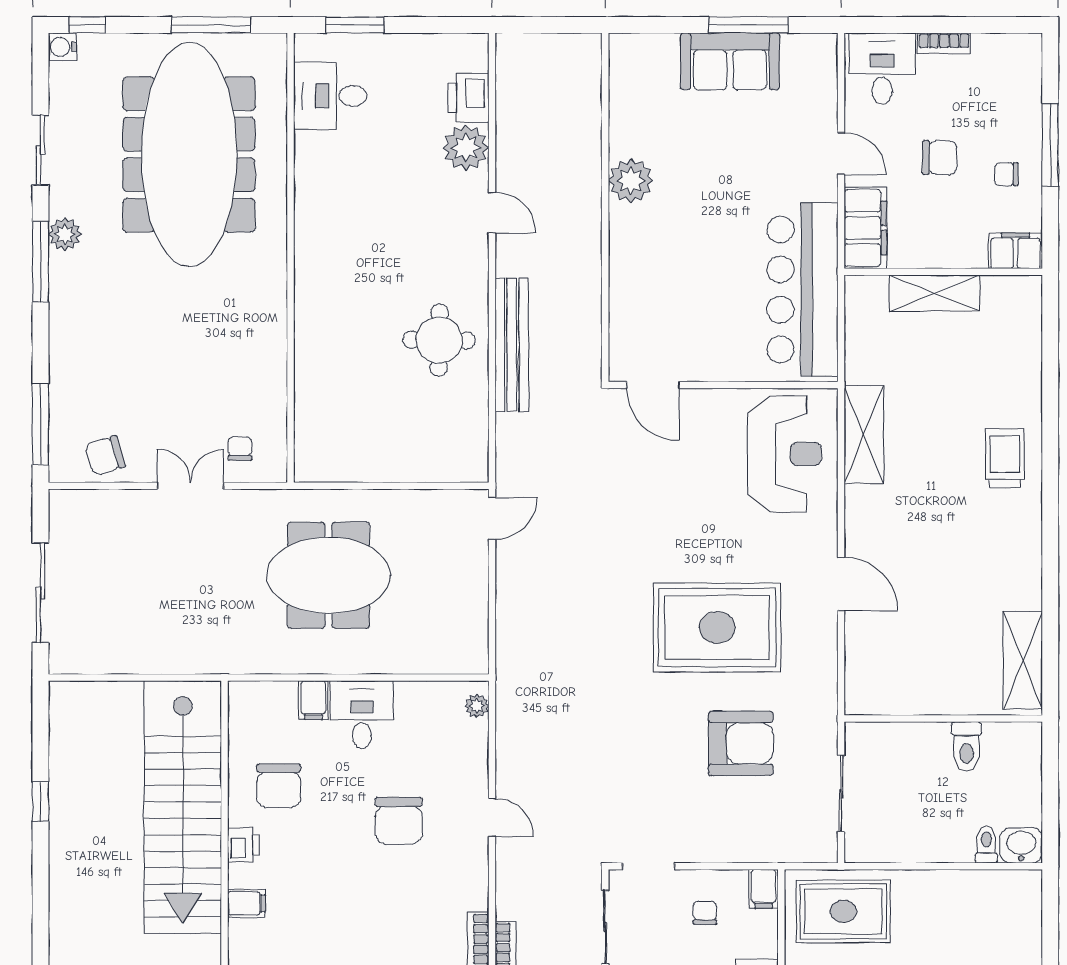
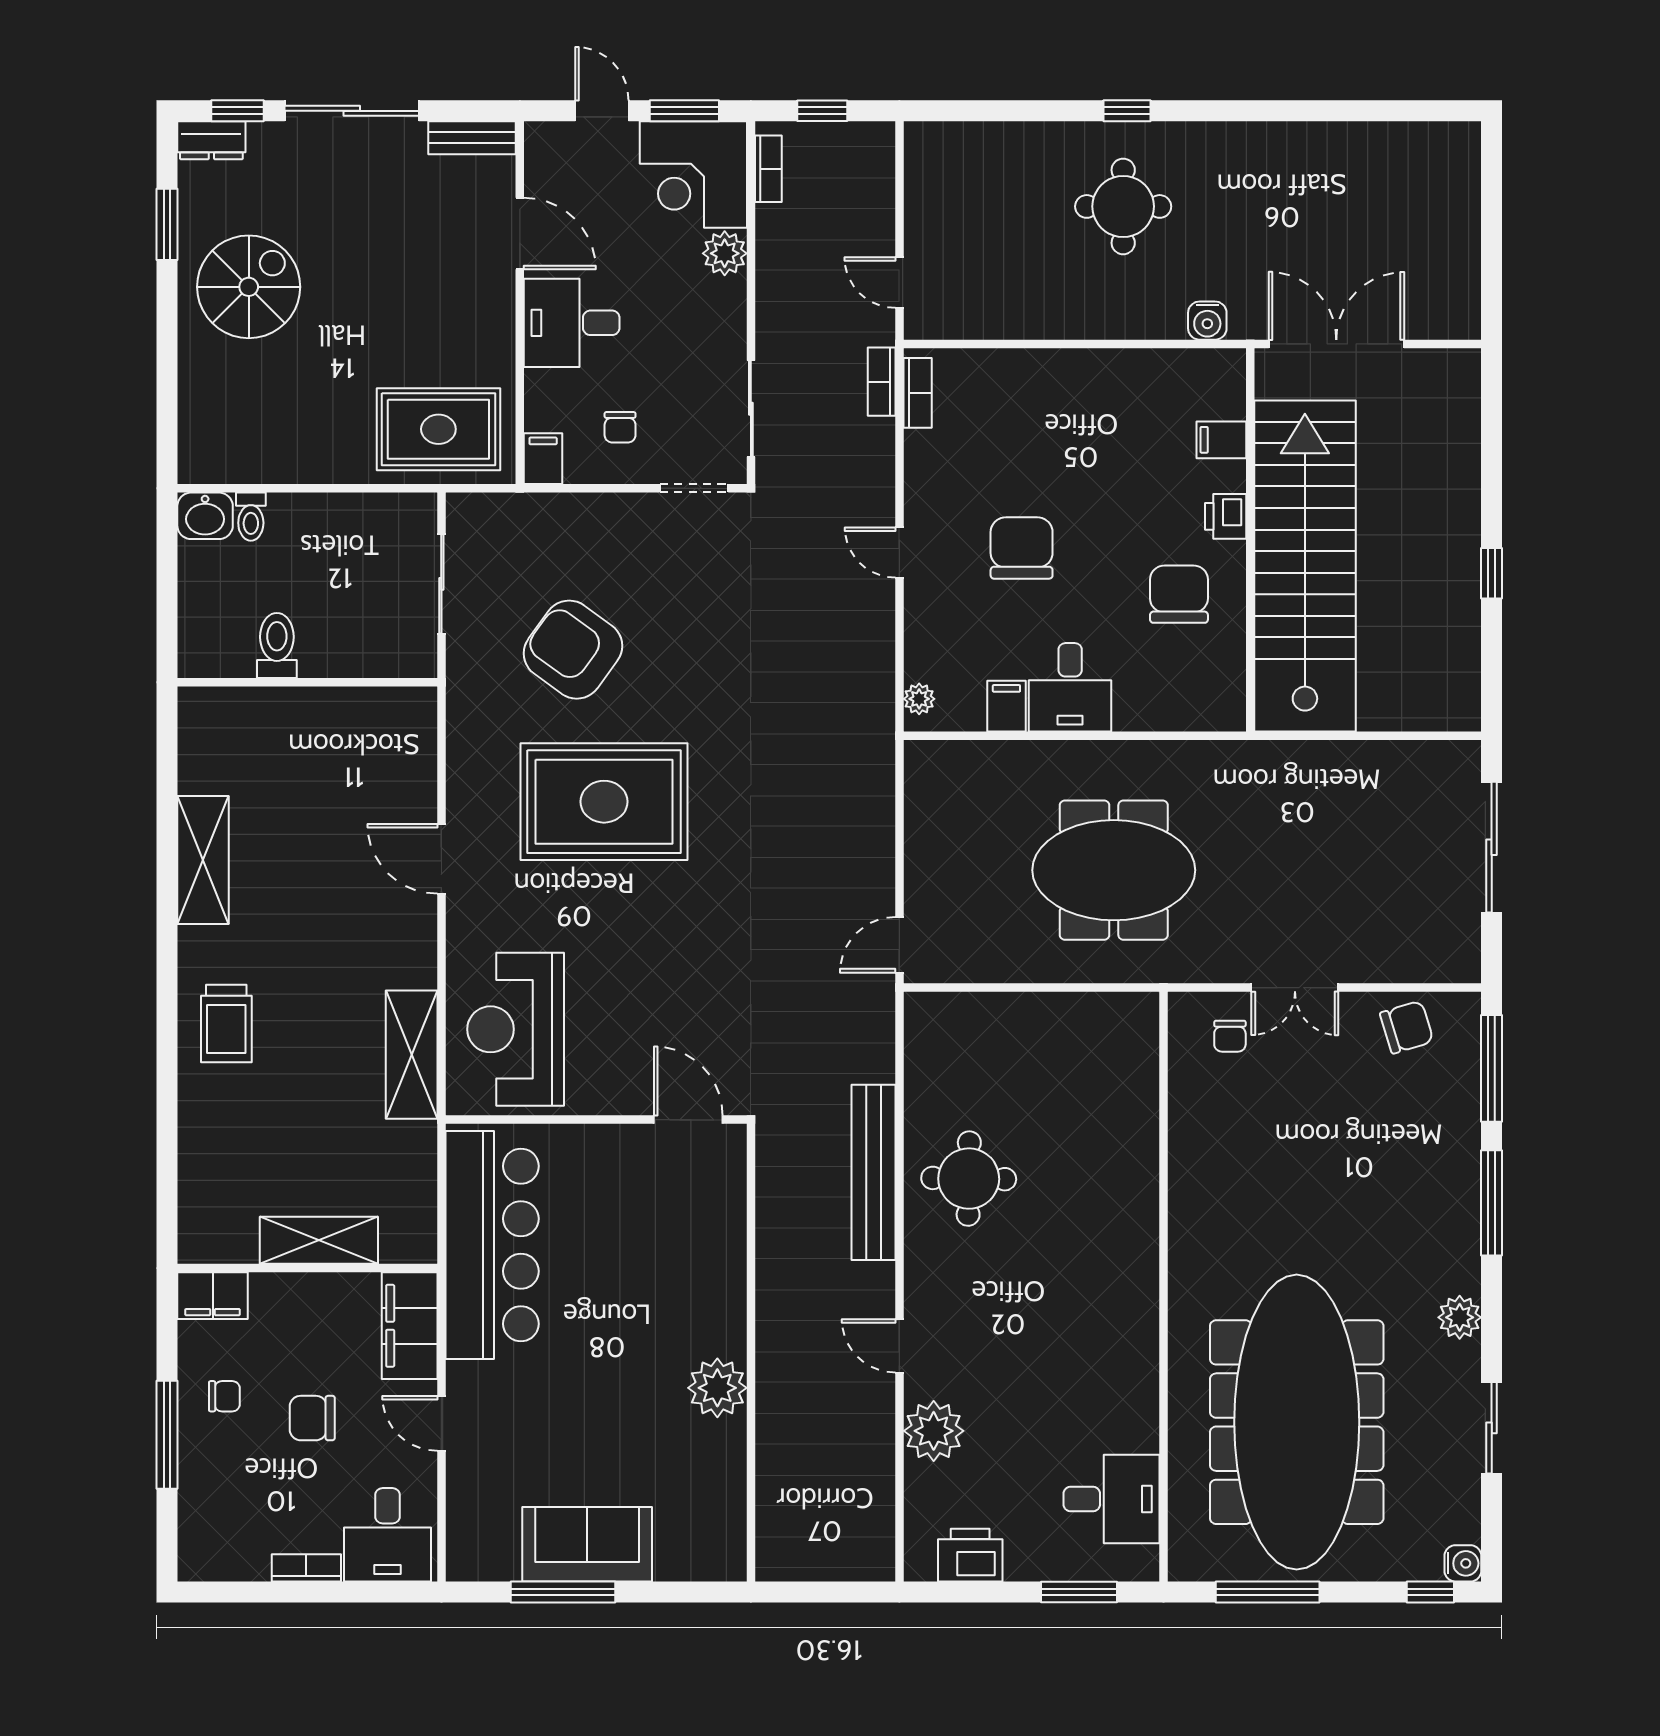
printer: (468, 98) -> (970, 1555), moved, turned -90
window: (41, 262) -> (1492, 1203), moved
shelving: (1023, 660) -> (203, 860), moved
filing cabinet: (313, 700) -> (1006, 706), moved
armchair: (741, 743) -> (573, 650), turned 36

